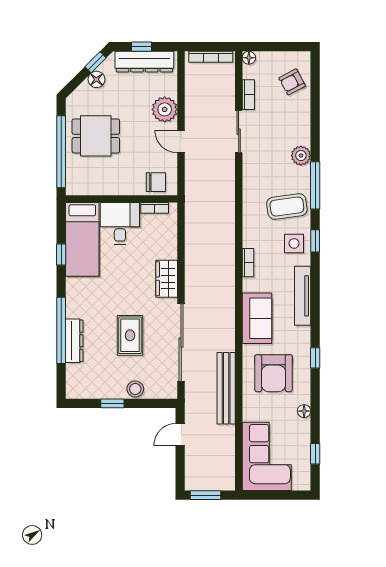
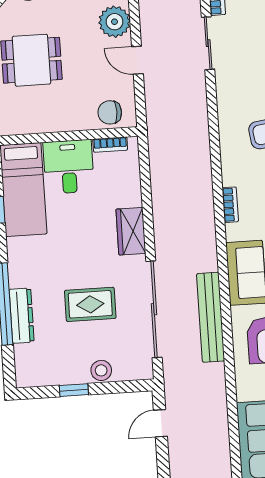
chair: (156, 182) -> (110, 112), turned 180
rug: (130, 335) -> (90, 304), turned 90
bench: (226, 388) -> (211, 317), moved

